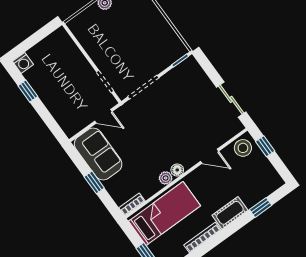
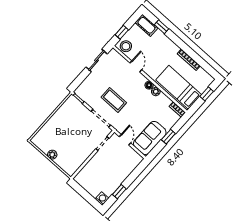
coffee table: (167, 112) -> (114, 100), added
cot: (230, 213) -> (146, 25), moved

